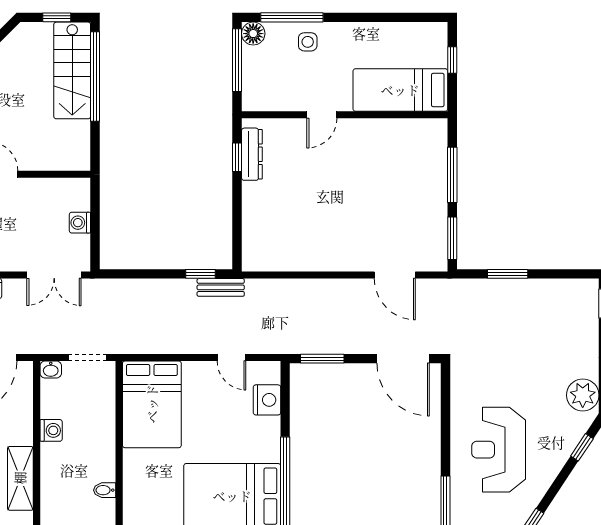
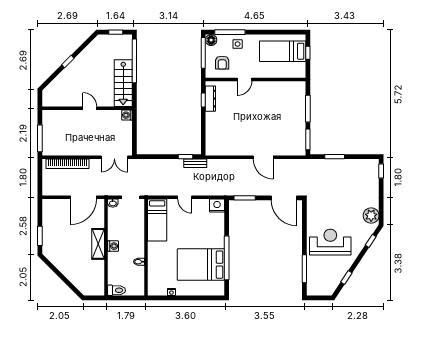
stairs: (72, 70) -> (123, 83), moved
armchair: (276, 80) -> (222, 63), added
bed: (400, 90) -> (283, 51), moved
washing machine: (80, 223) -> (127, 115), moved
door: (395, 275) -> (263, 157), moved
door: (231, 357) -> (185, 197), moved
nightstand: (267, 400) -> (217, 206), moved, turned -90
bed: (152, 404) -> (157, 220), width x0.67
washing machine: (51, 430) -> (113, 246), moved
reception desk: (499, 450) -> (330, 242), turned 90
shelving: (20, 478) -> (98, 244), moved

